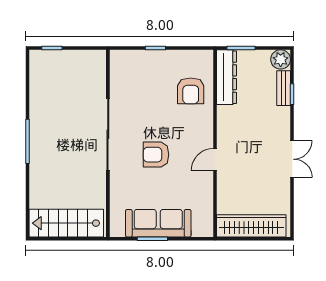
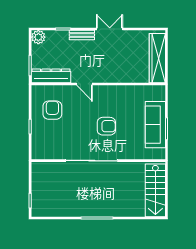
bench: (284, 88) -> (82, 35), moved
armchair: (191, 91) -> (52, 110), moved, turned -90
armchair: (156, 155) -> (106, 126), turned -90
door: (215, 160) -> (84, 84), moved

